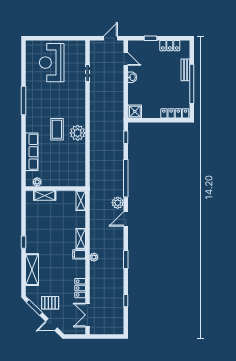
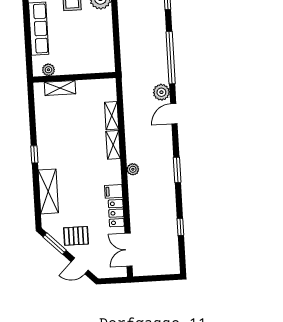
shelving: (81, 201) -> (112, 116), moved
filing cabinet: (79, 254) -> (114, 191), moved

